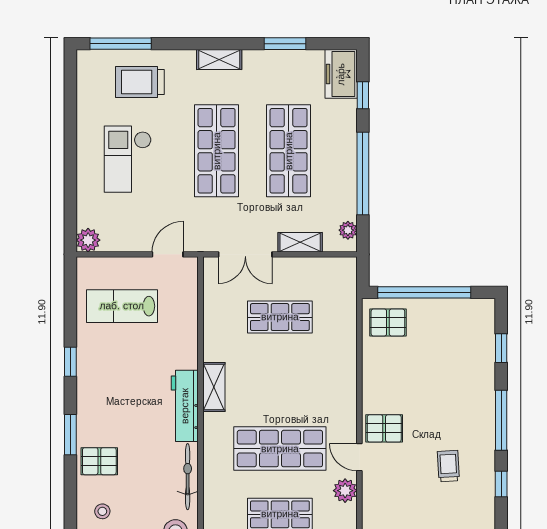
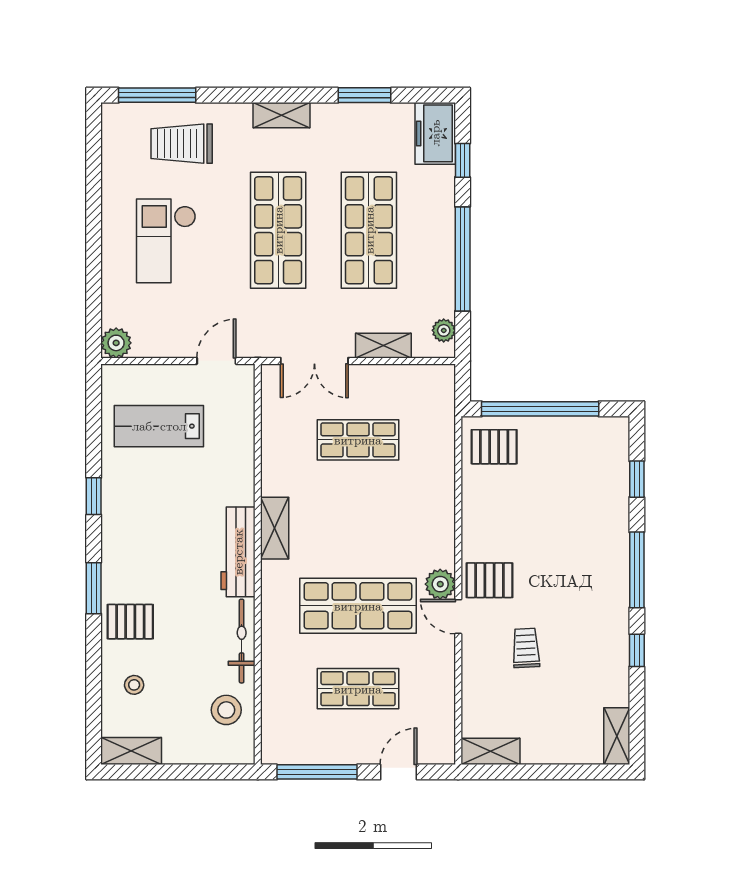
trolley: (448, 466) -> (526, 648), moved
plant: (345, 491) -> (440, 584), moved

